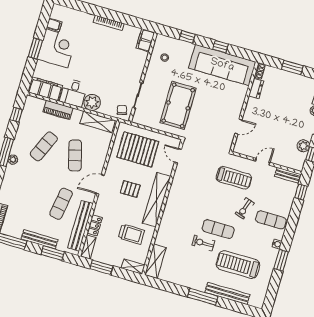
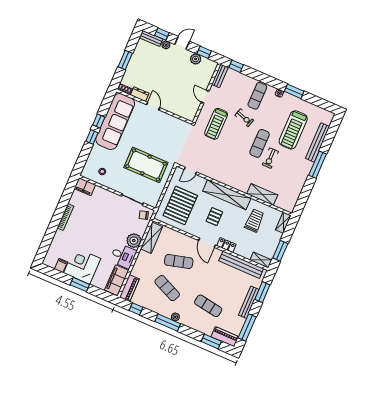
window: (187, 37) -> (92, 137), moved
piano: (58, 110) -> (129, 288), moved
door: (238, 127) -> (153, 106), moved
treadmill: (234, 178) -> (216, 124), turned 180
exercise mat: (61, 204) -> (208, 306), moved
locker: (95, 225) -> (226, 245), moved
shelving: (155, 261) -> (262, 194), moved

